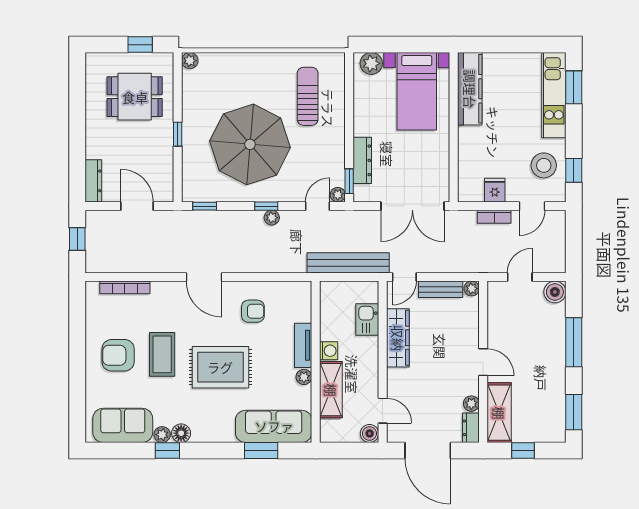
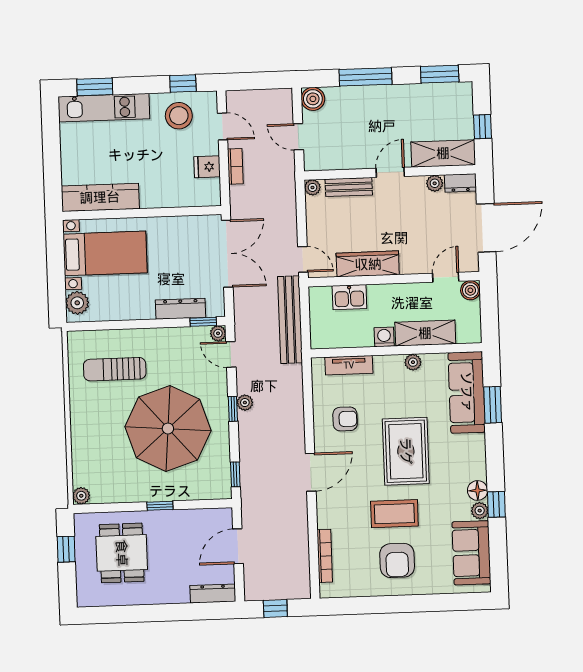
bench: (441, 289) -> (349, 187), moved, turned 90
armchair: (253, 311) -> (345, 419), turned 90
tv unit: (303, 345) -> (349, 365), moved

